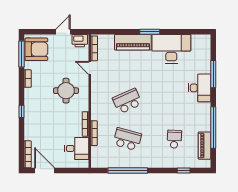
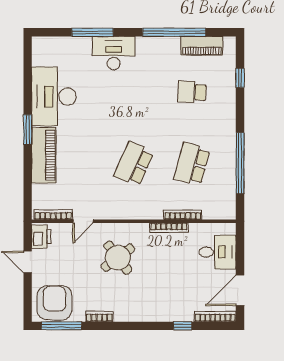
round table: (66, 91) -> (118, 258), turned -37
school desk: (127, 101) -> (134, 164), turned 48
window: (21, 111) -> (183, 326), moved
desk: (77, 148) -> (218, 252), moved, turned 90

